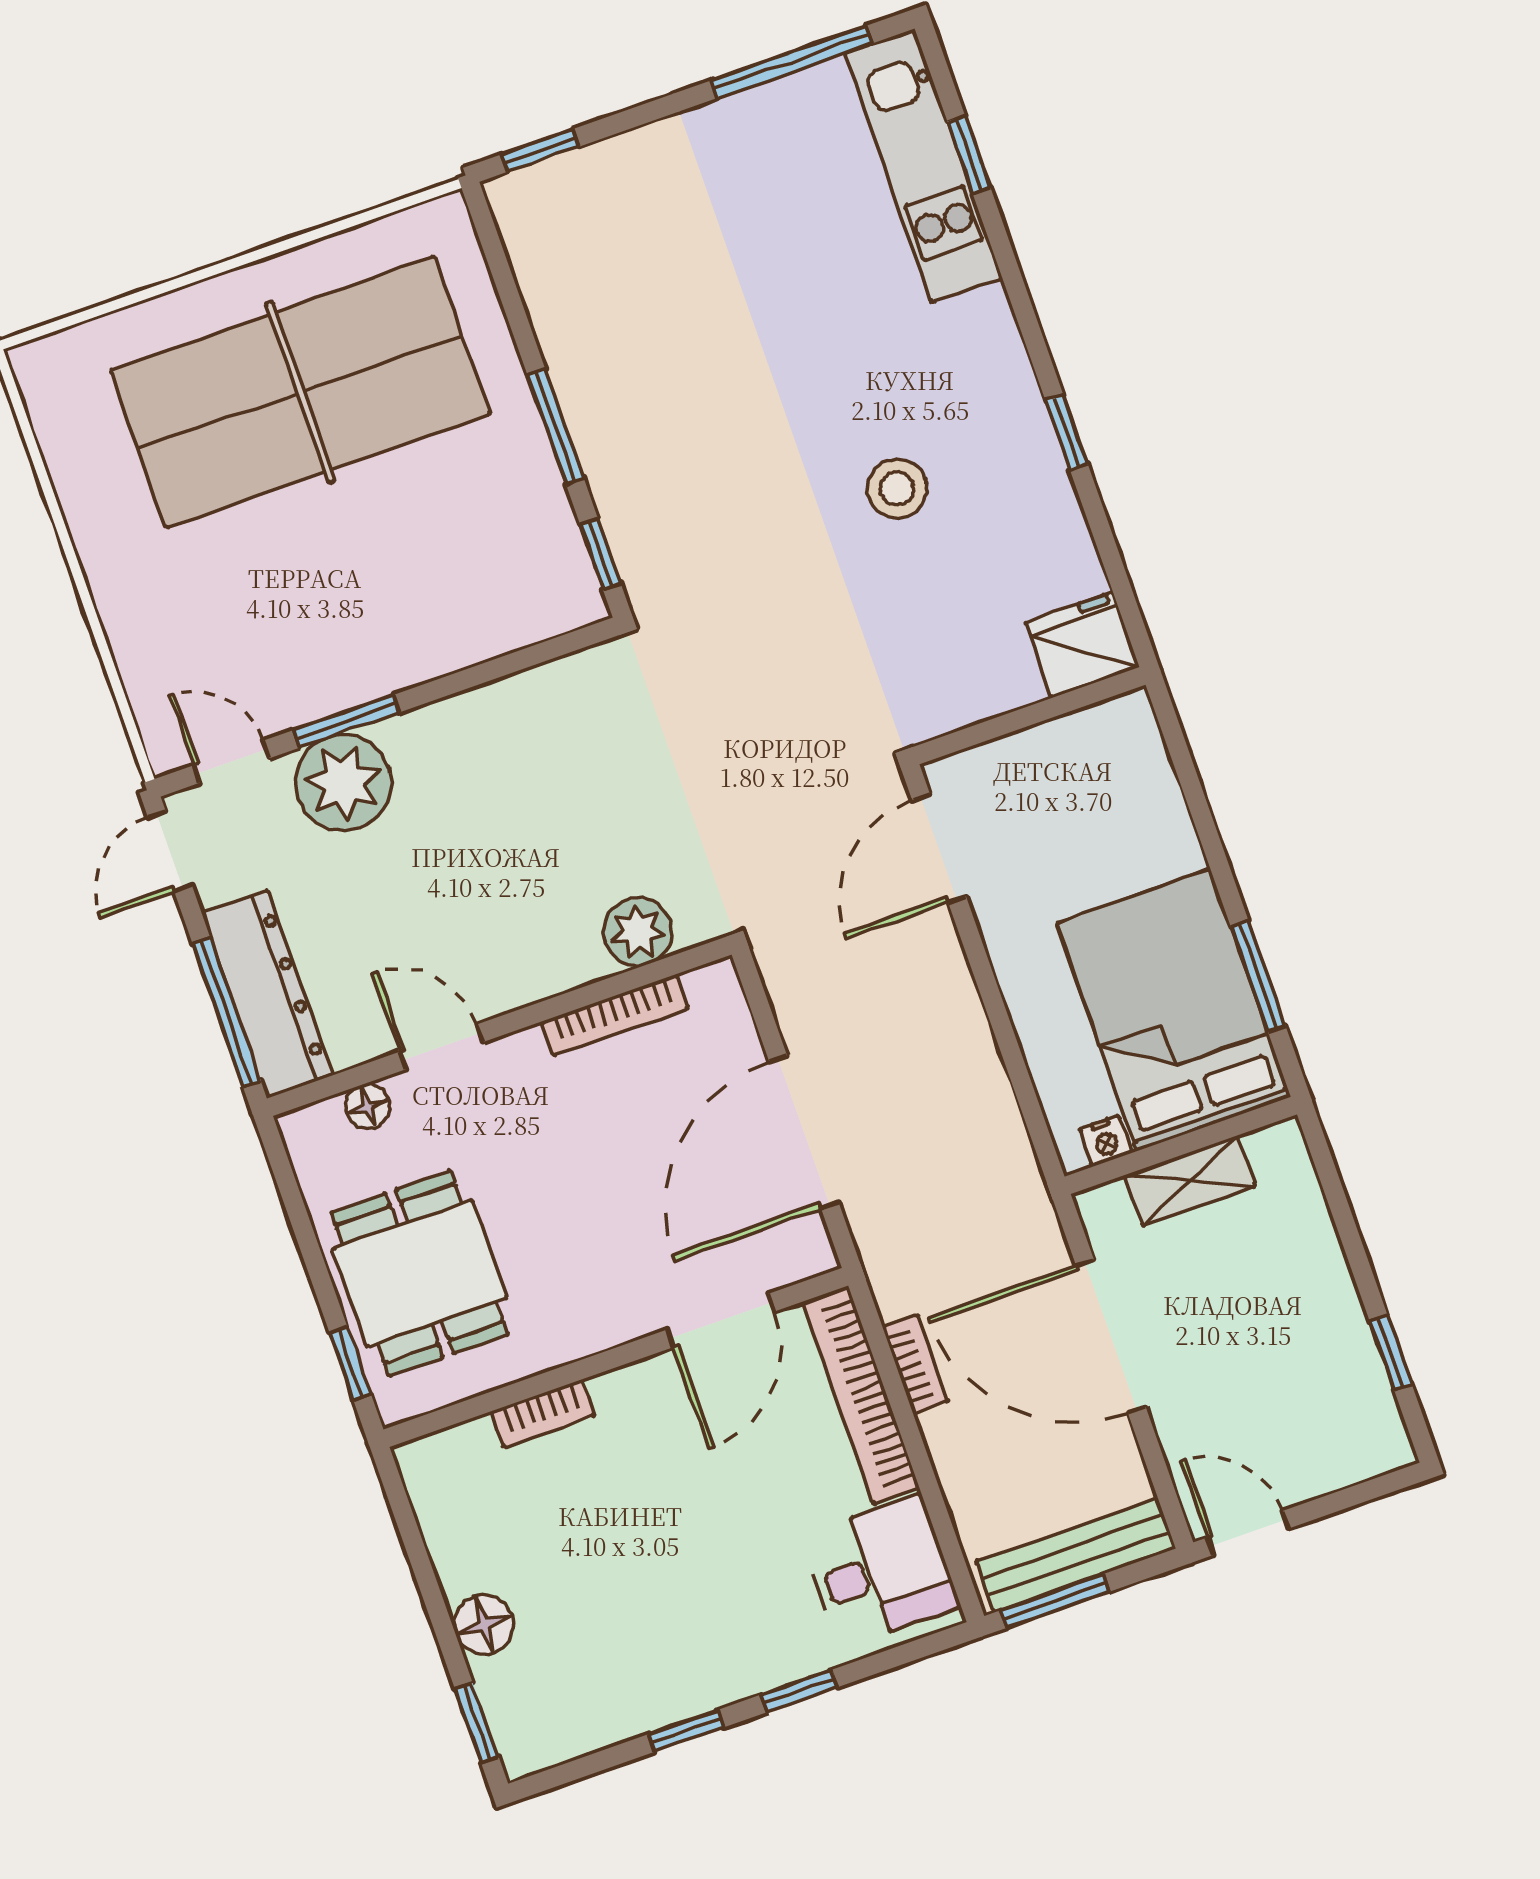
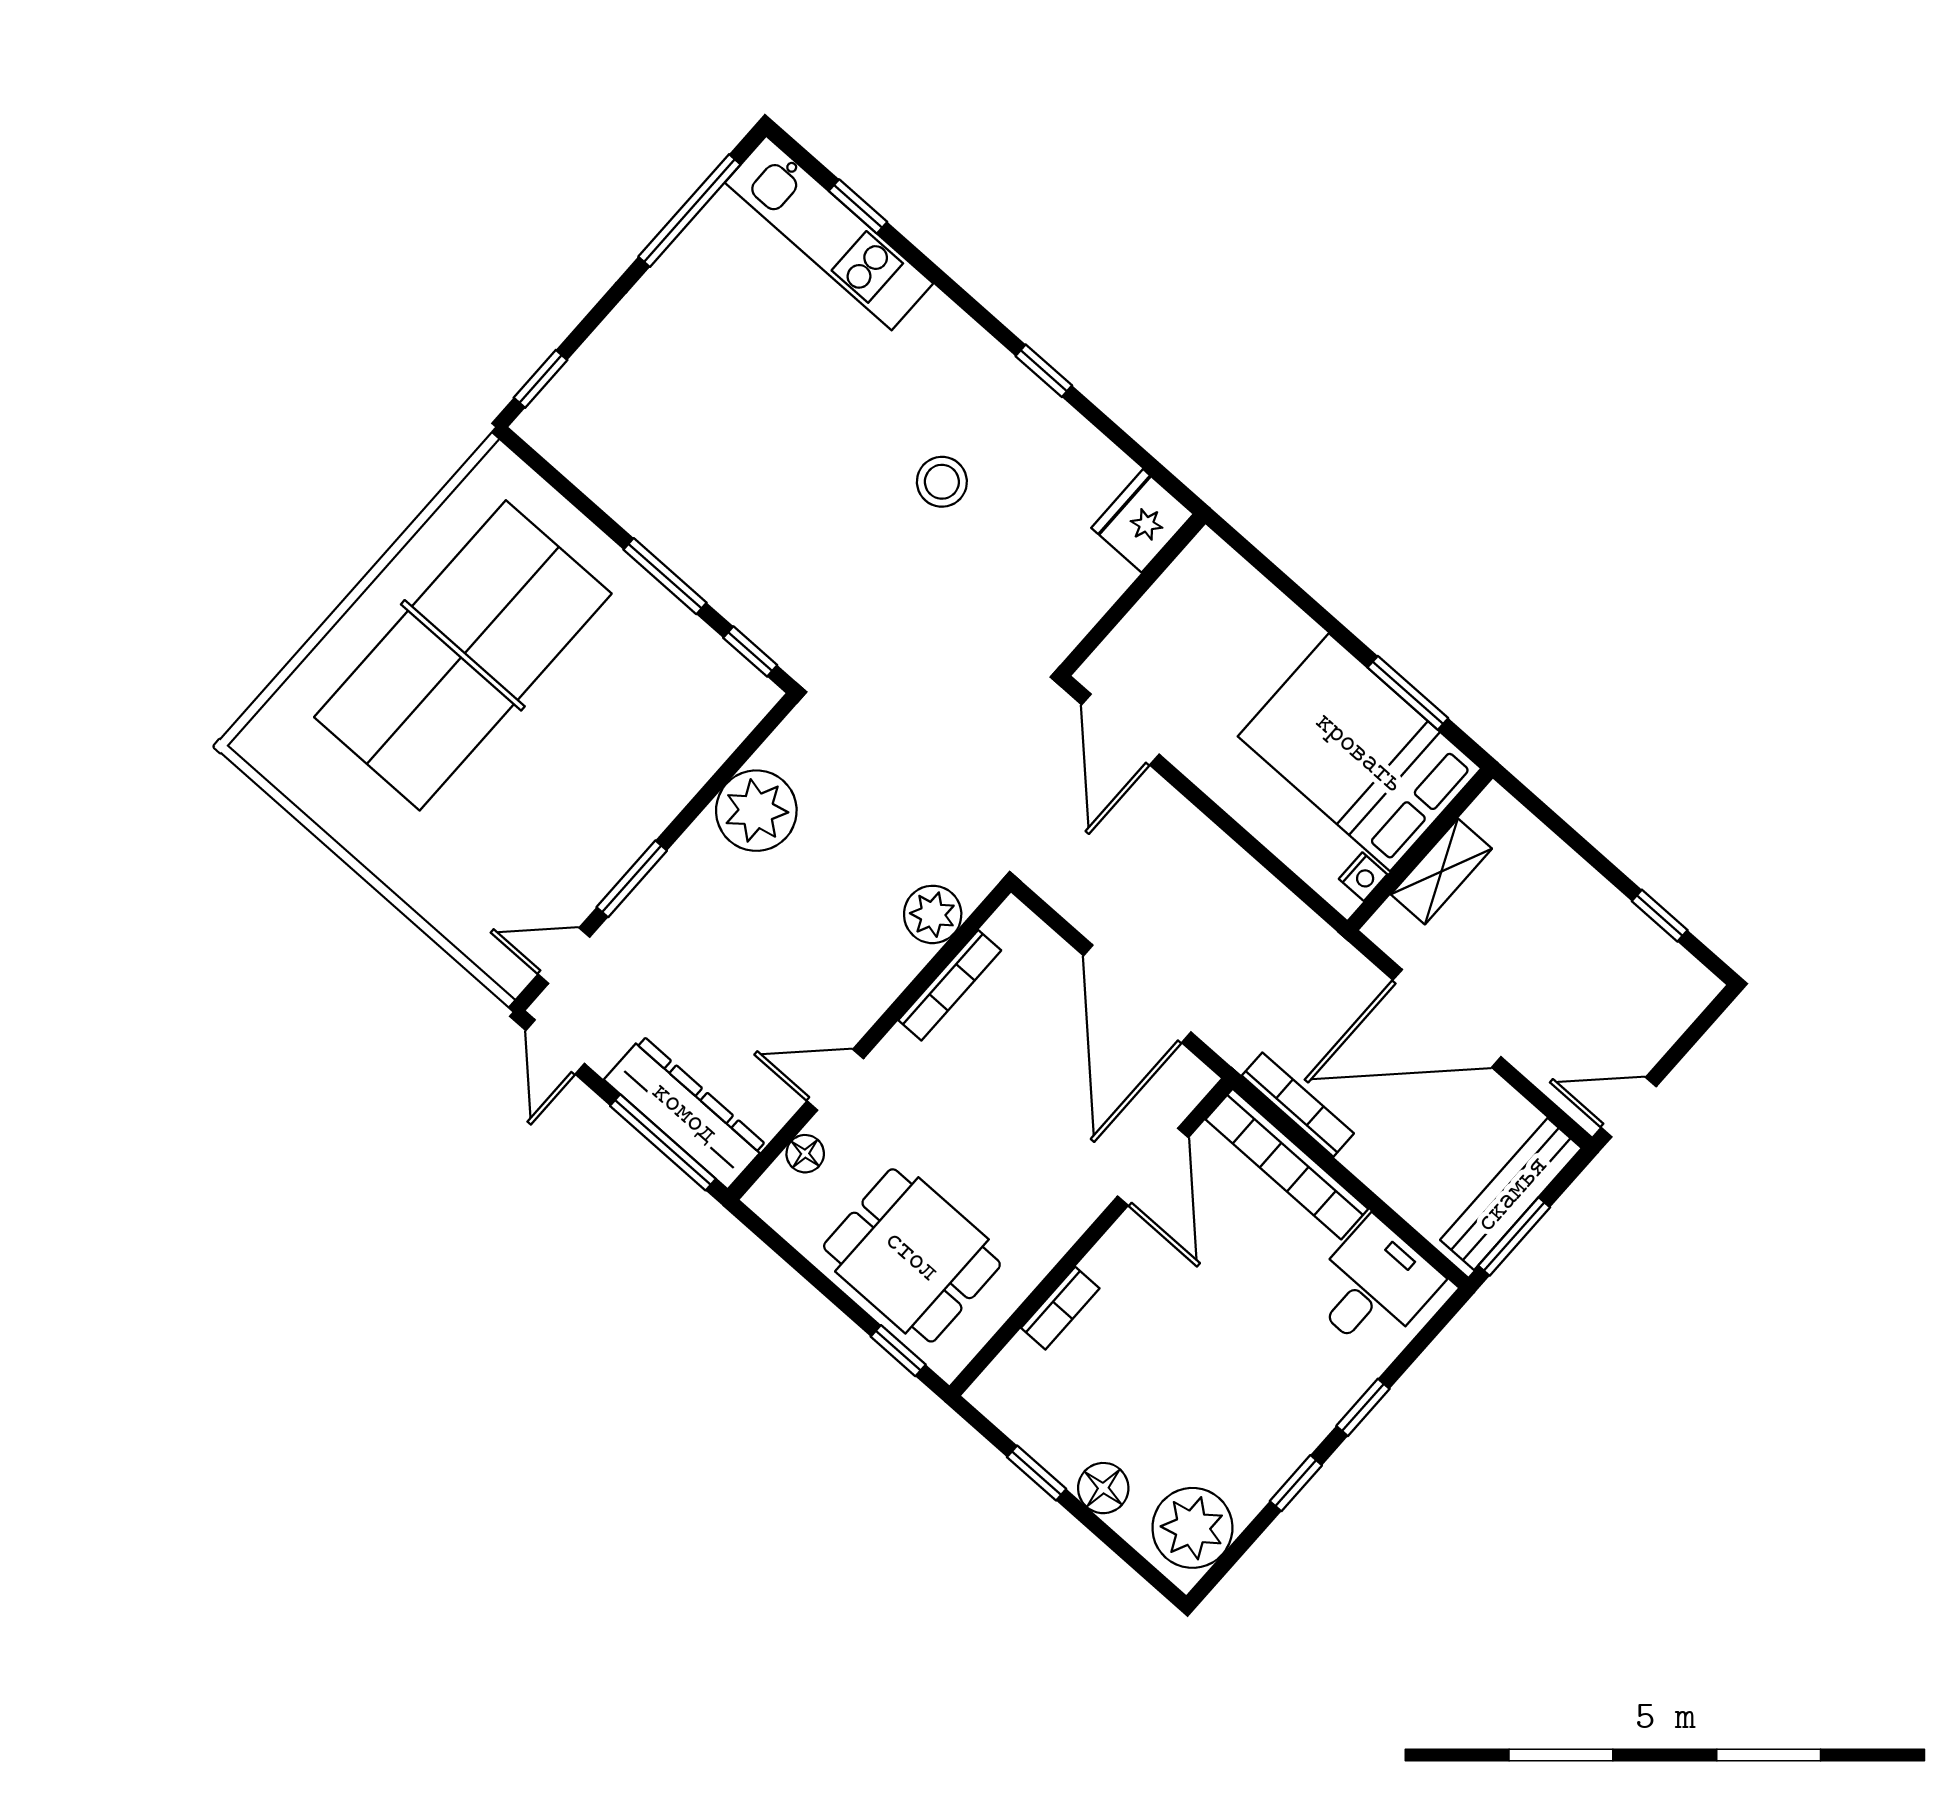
plant: (343, 783) -> (756, 811), moved
bookcase: (915, 1364) -> (1298, 1105), width x1.56
plant: (553, 1718) -> (1192, 1528), added
window: (477, 1723) -> (1037, 1473), moved

